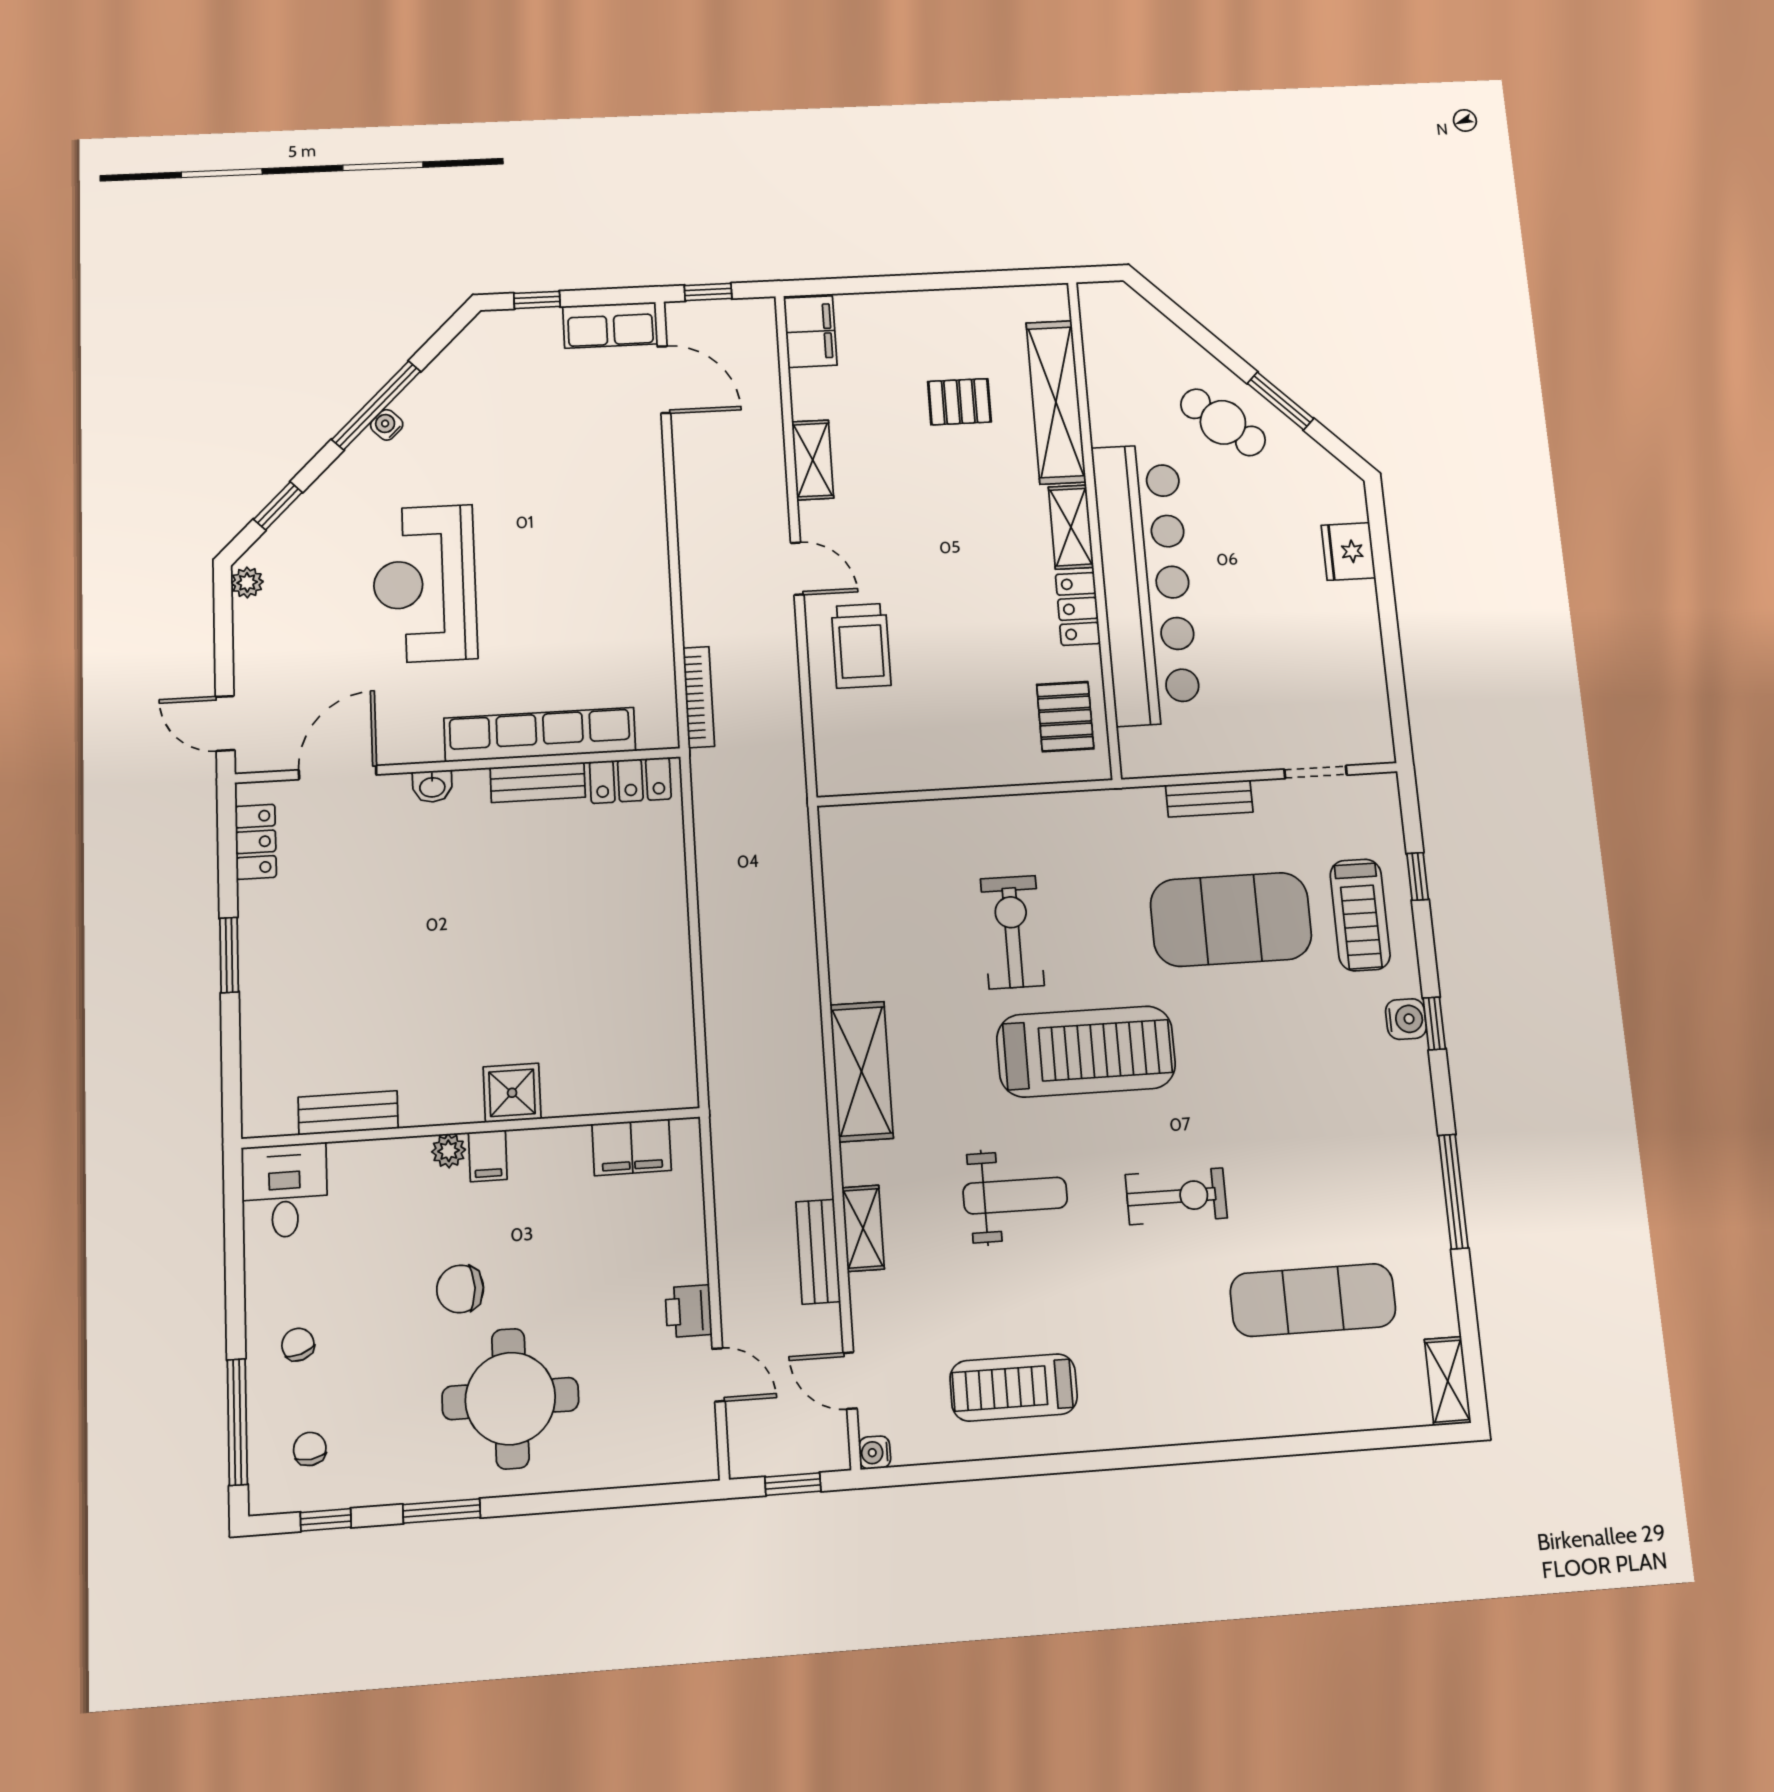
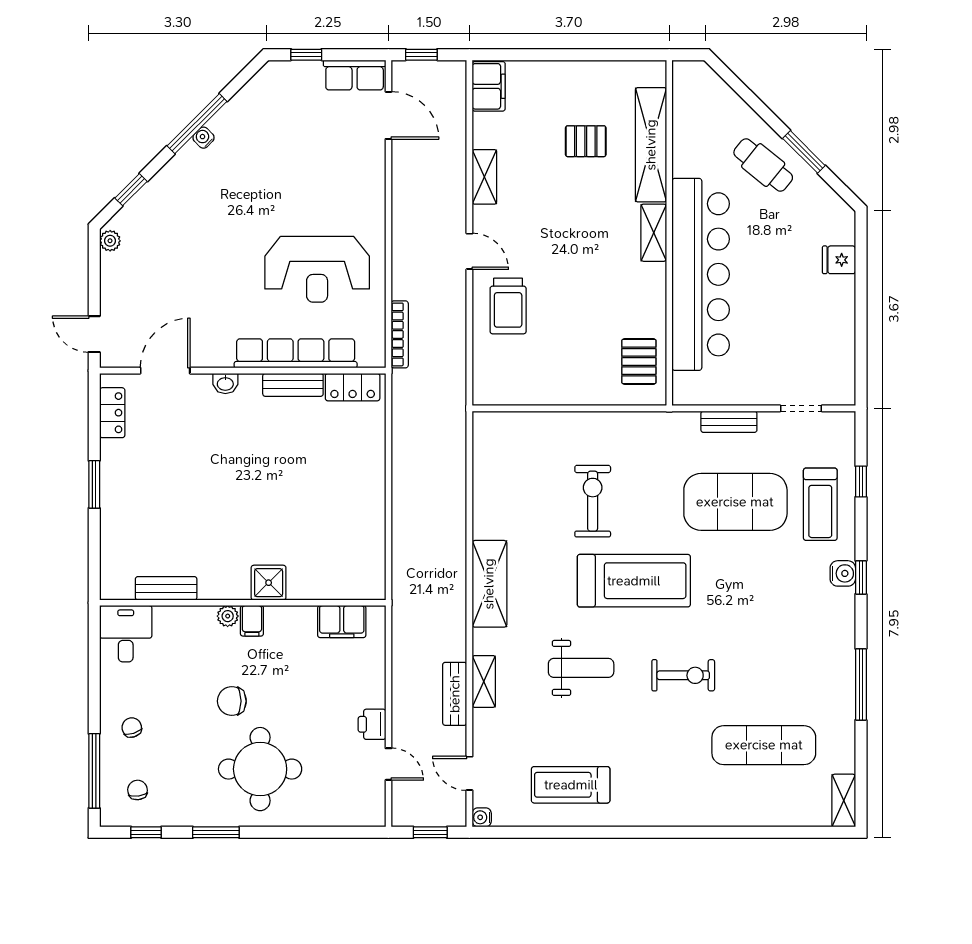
fridge: (1348, 551) -> (839, 260), width x0.72
reception desk: (425, 584) -> (317, 269), moved, turned -90
locker: (1078, 609) -> (654, 289), removed

